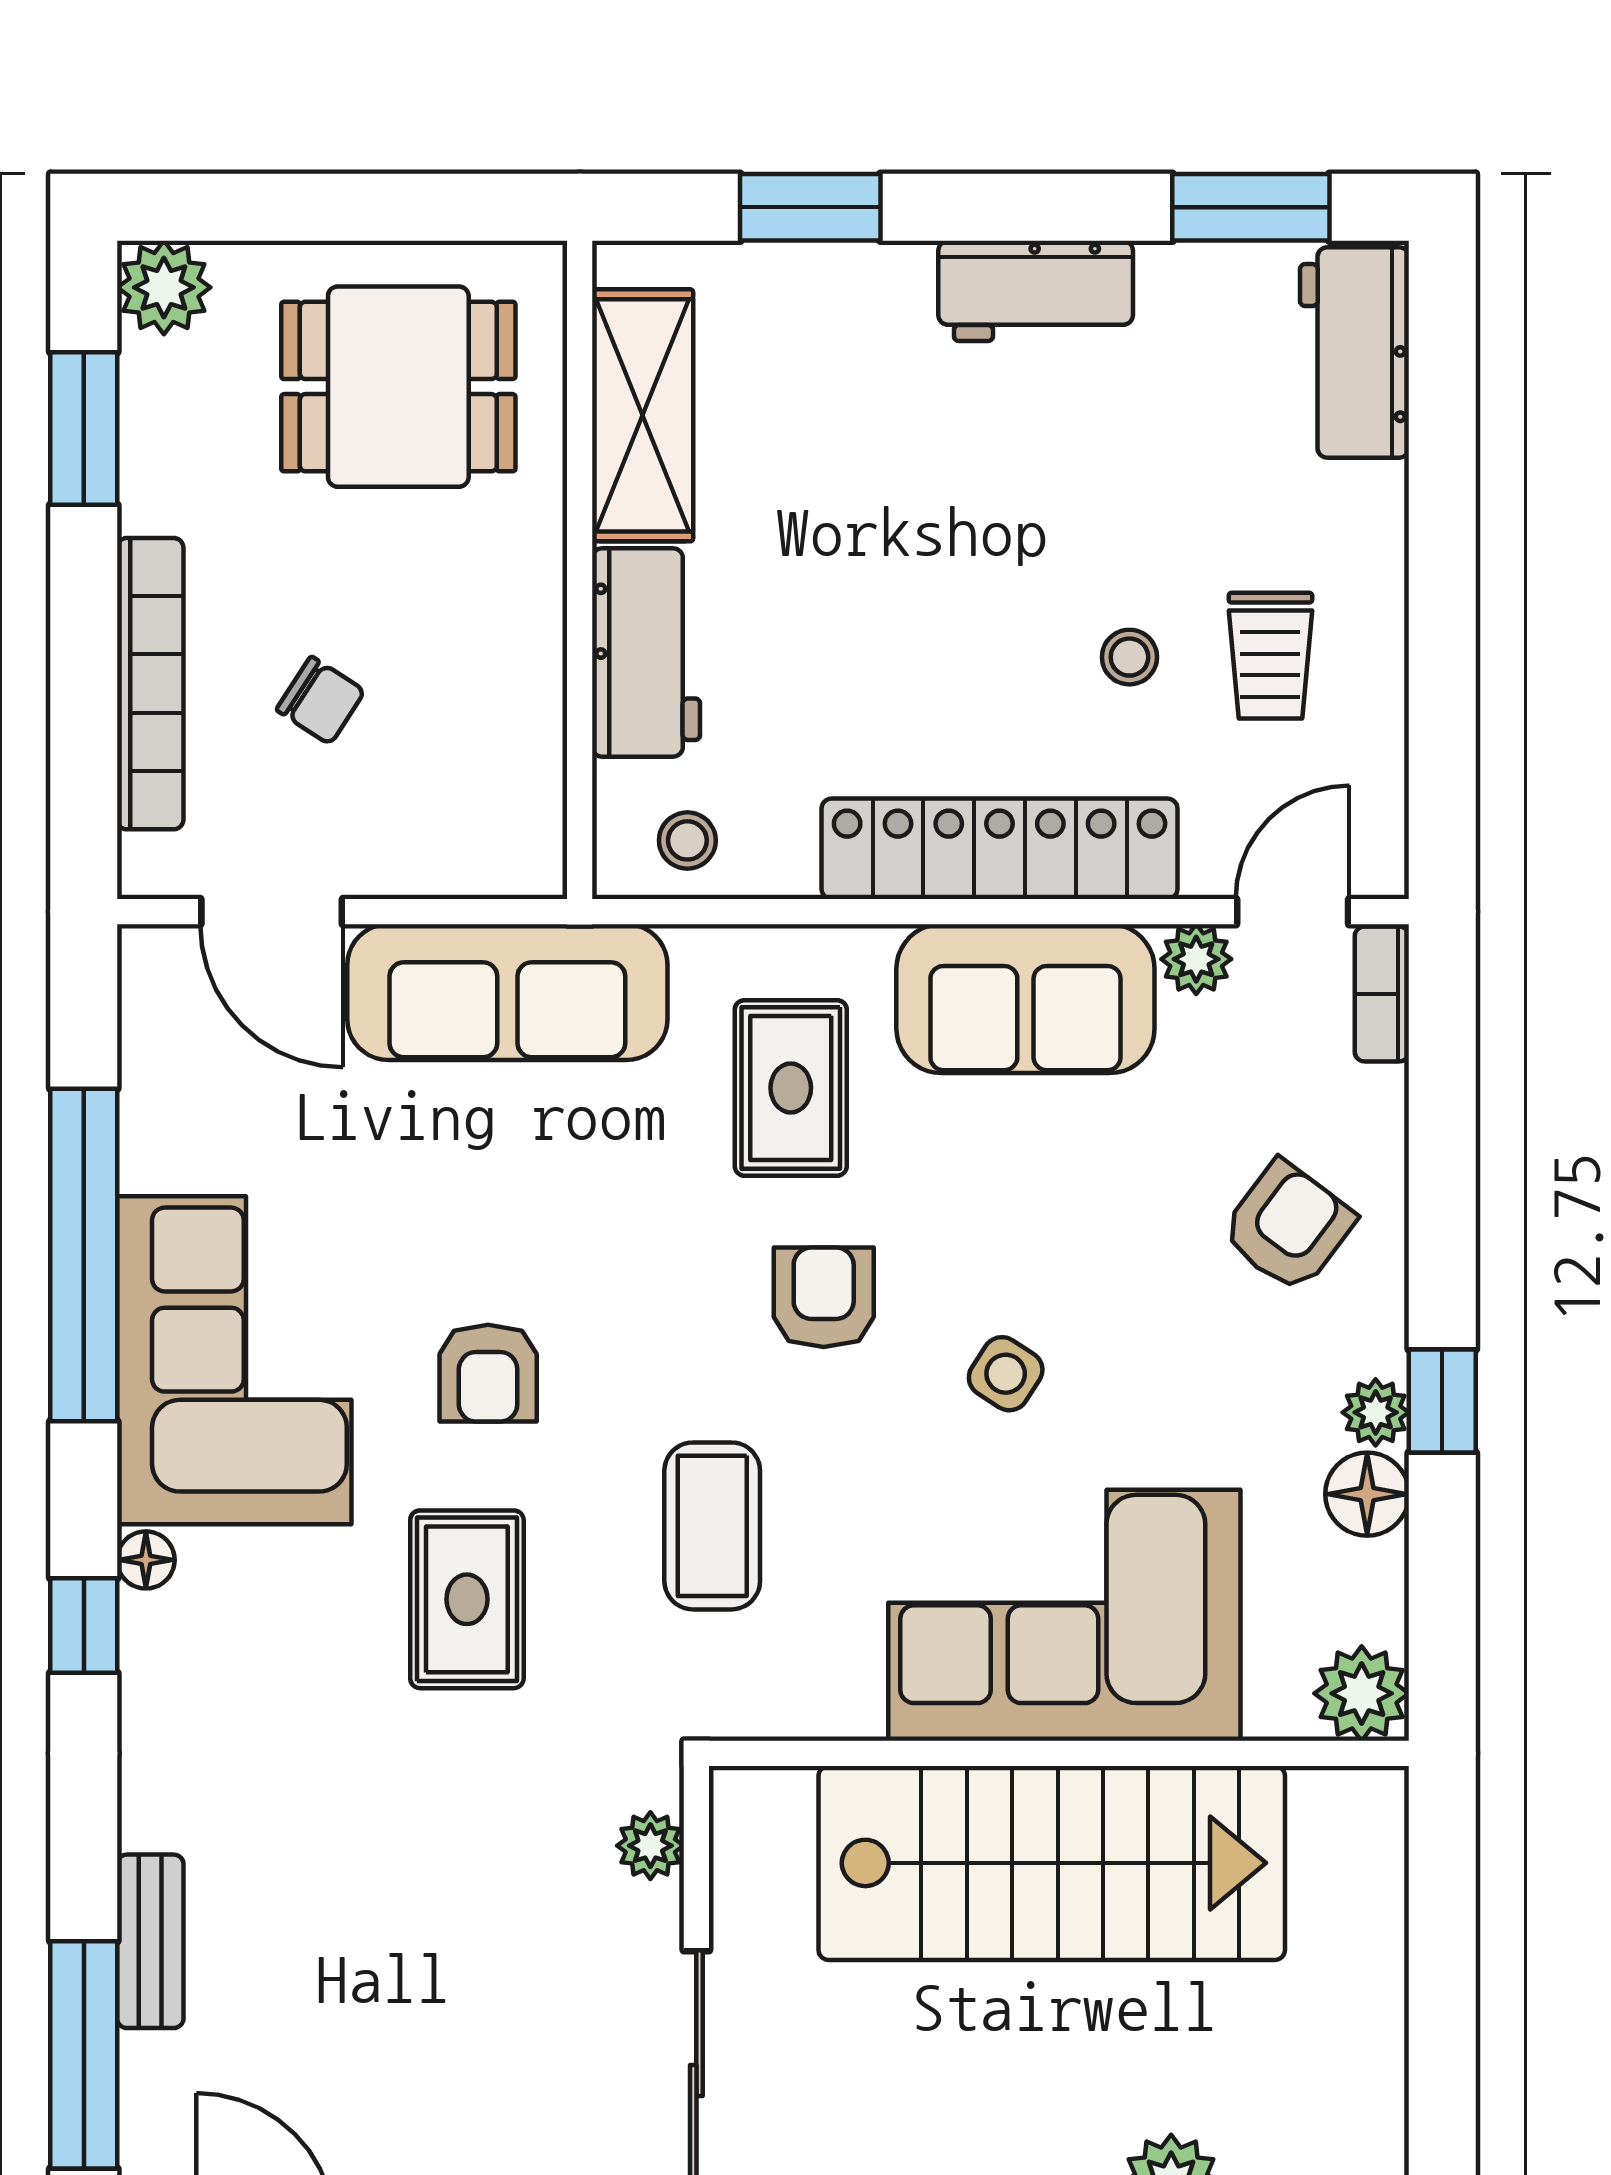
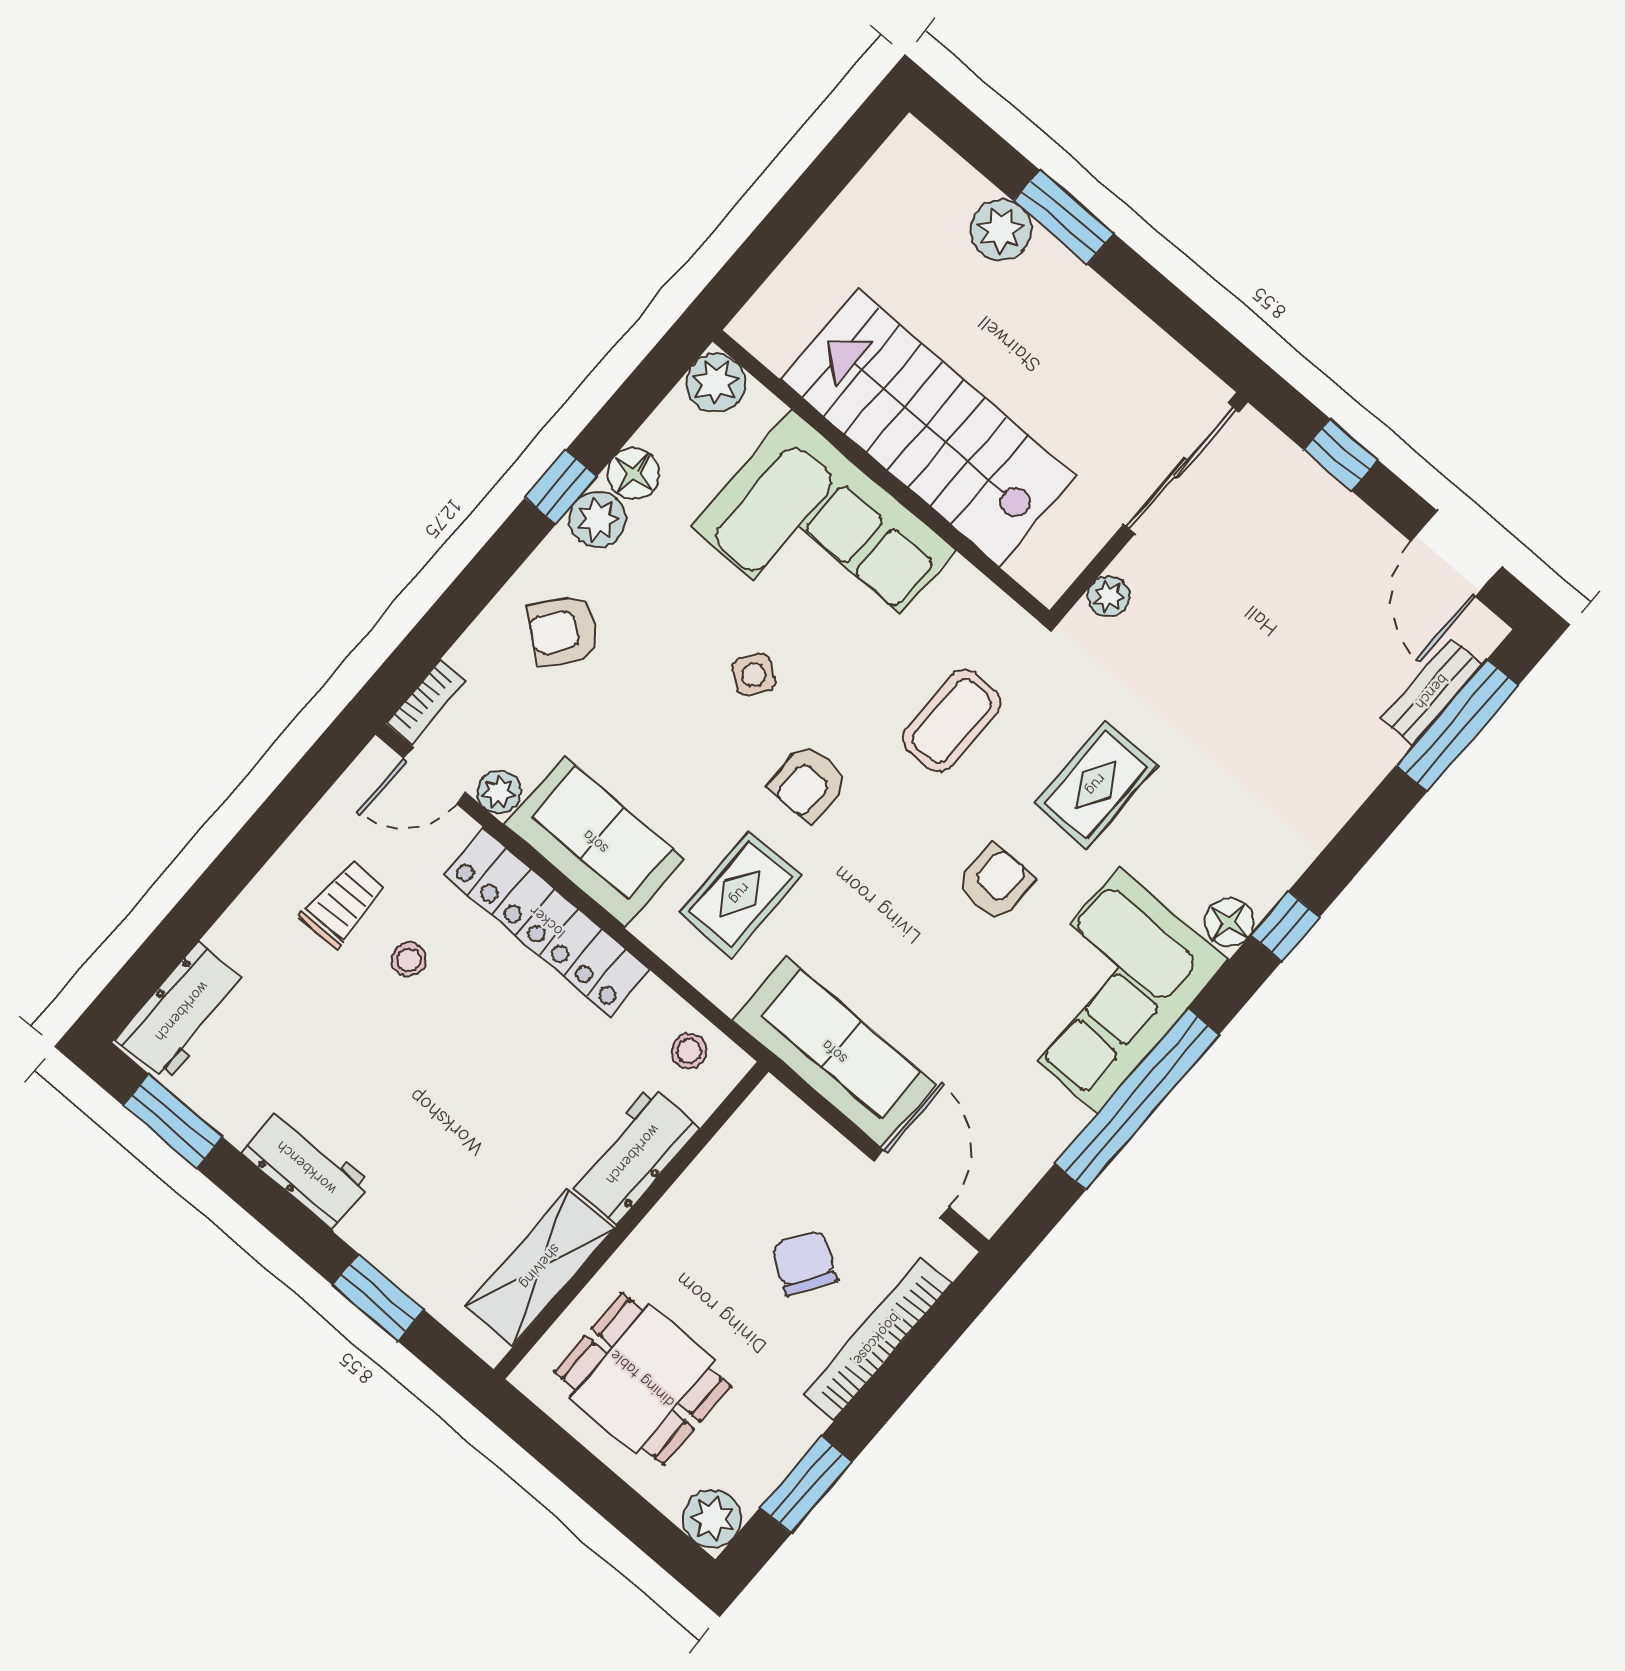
chair: (321, 700) -> (804, 1263), width x1.37, depth x1.37
plant: (1376, 1412) -> (597, 519), width x1.38, depth x1.38
floor lamp: (146, 1560) -> (1229, 922), width x1.37, depth x1.37
bench: (150, 1941) -> (1432, 692), moved

